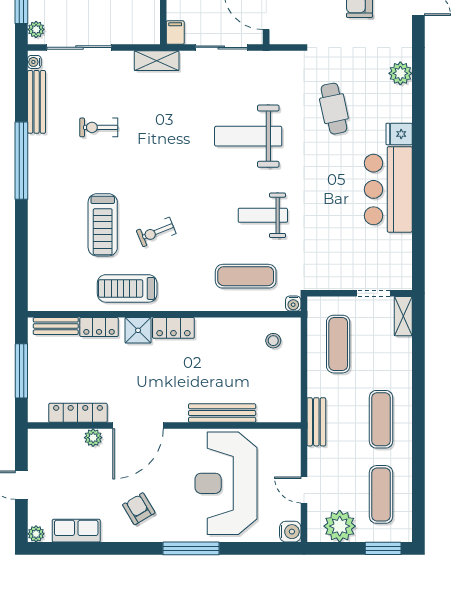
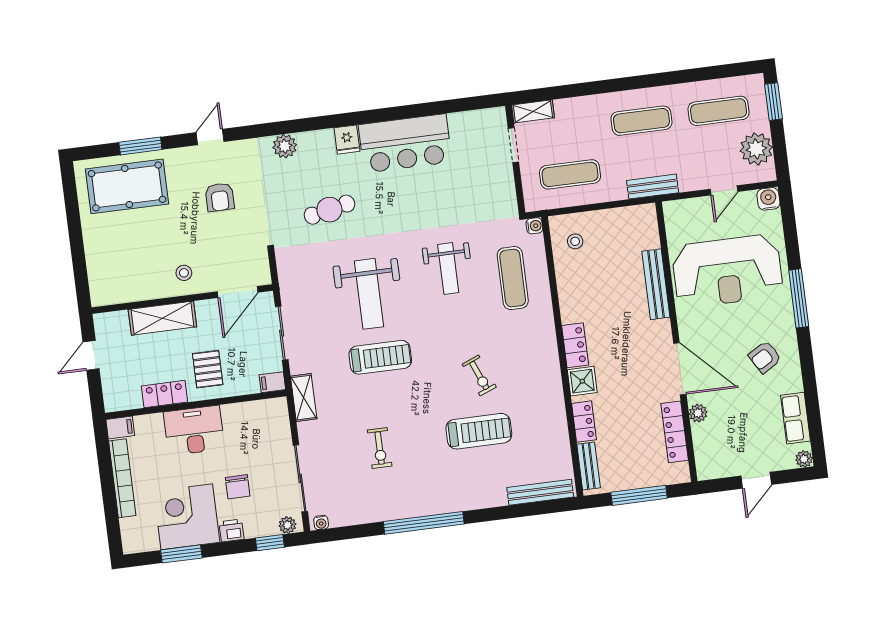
bench: (37, 102) -> (540, 492), moved
treadmill: (127, 288) -> (380, 357), moved, turned -90

